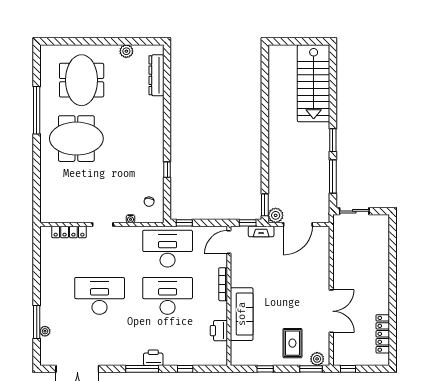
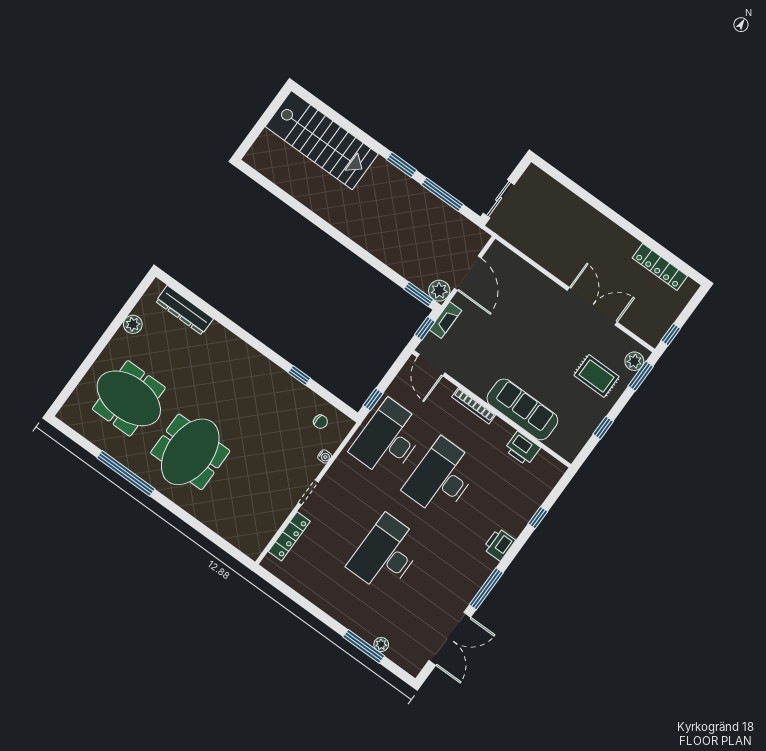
window: (142, 369) -> (486, 589), moved

